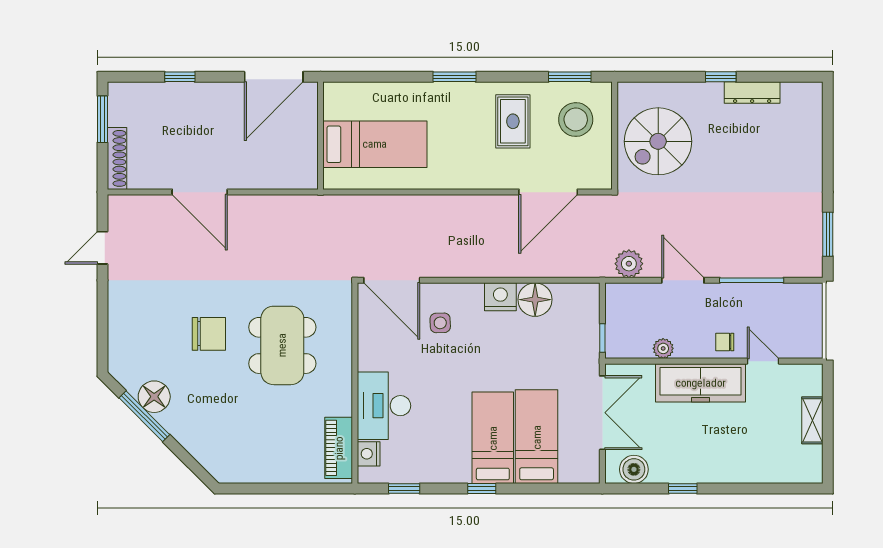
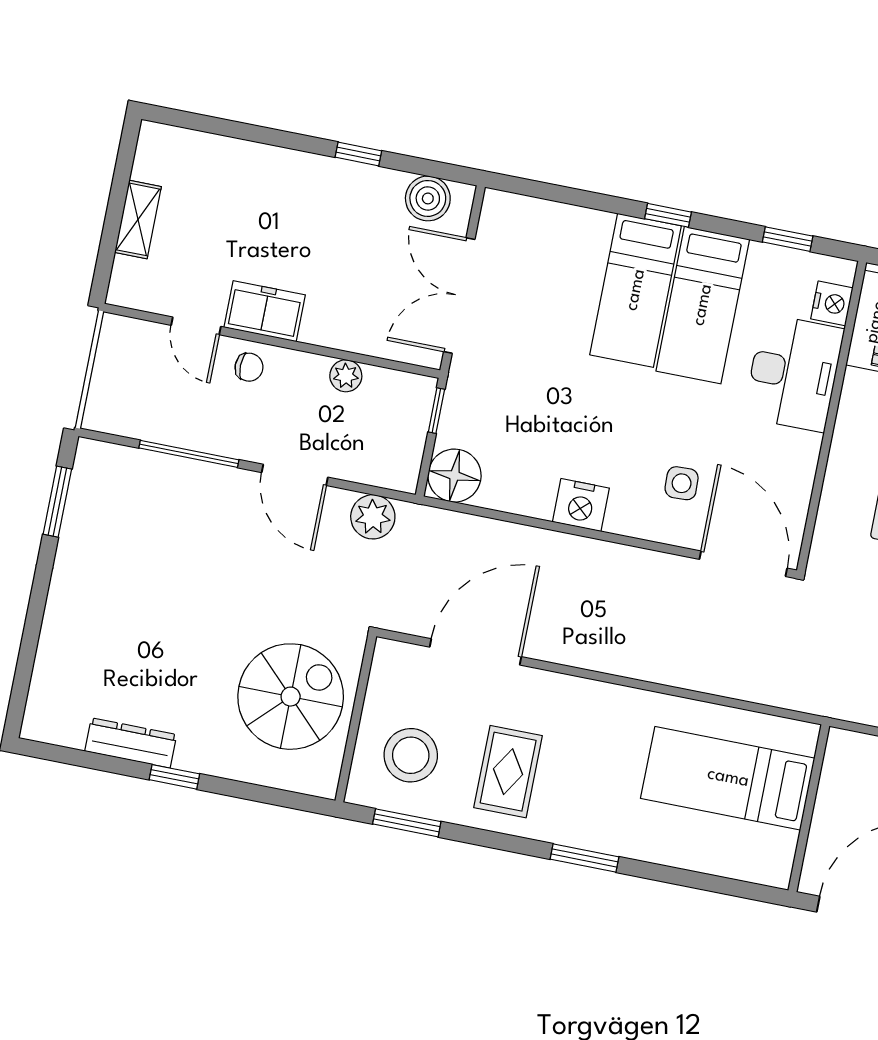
floor lamp: (535, 300) -> (454, 476), moved
freezer: (701, 383) -> (265, 311), width x0.52, depth x0.79
bed: (537, 437) -> (703, 305), moved

